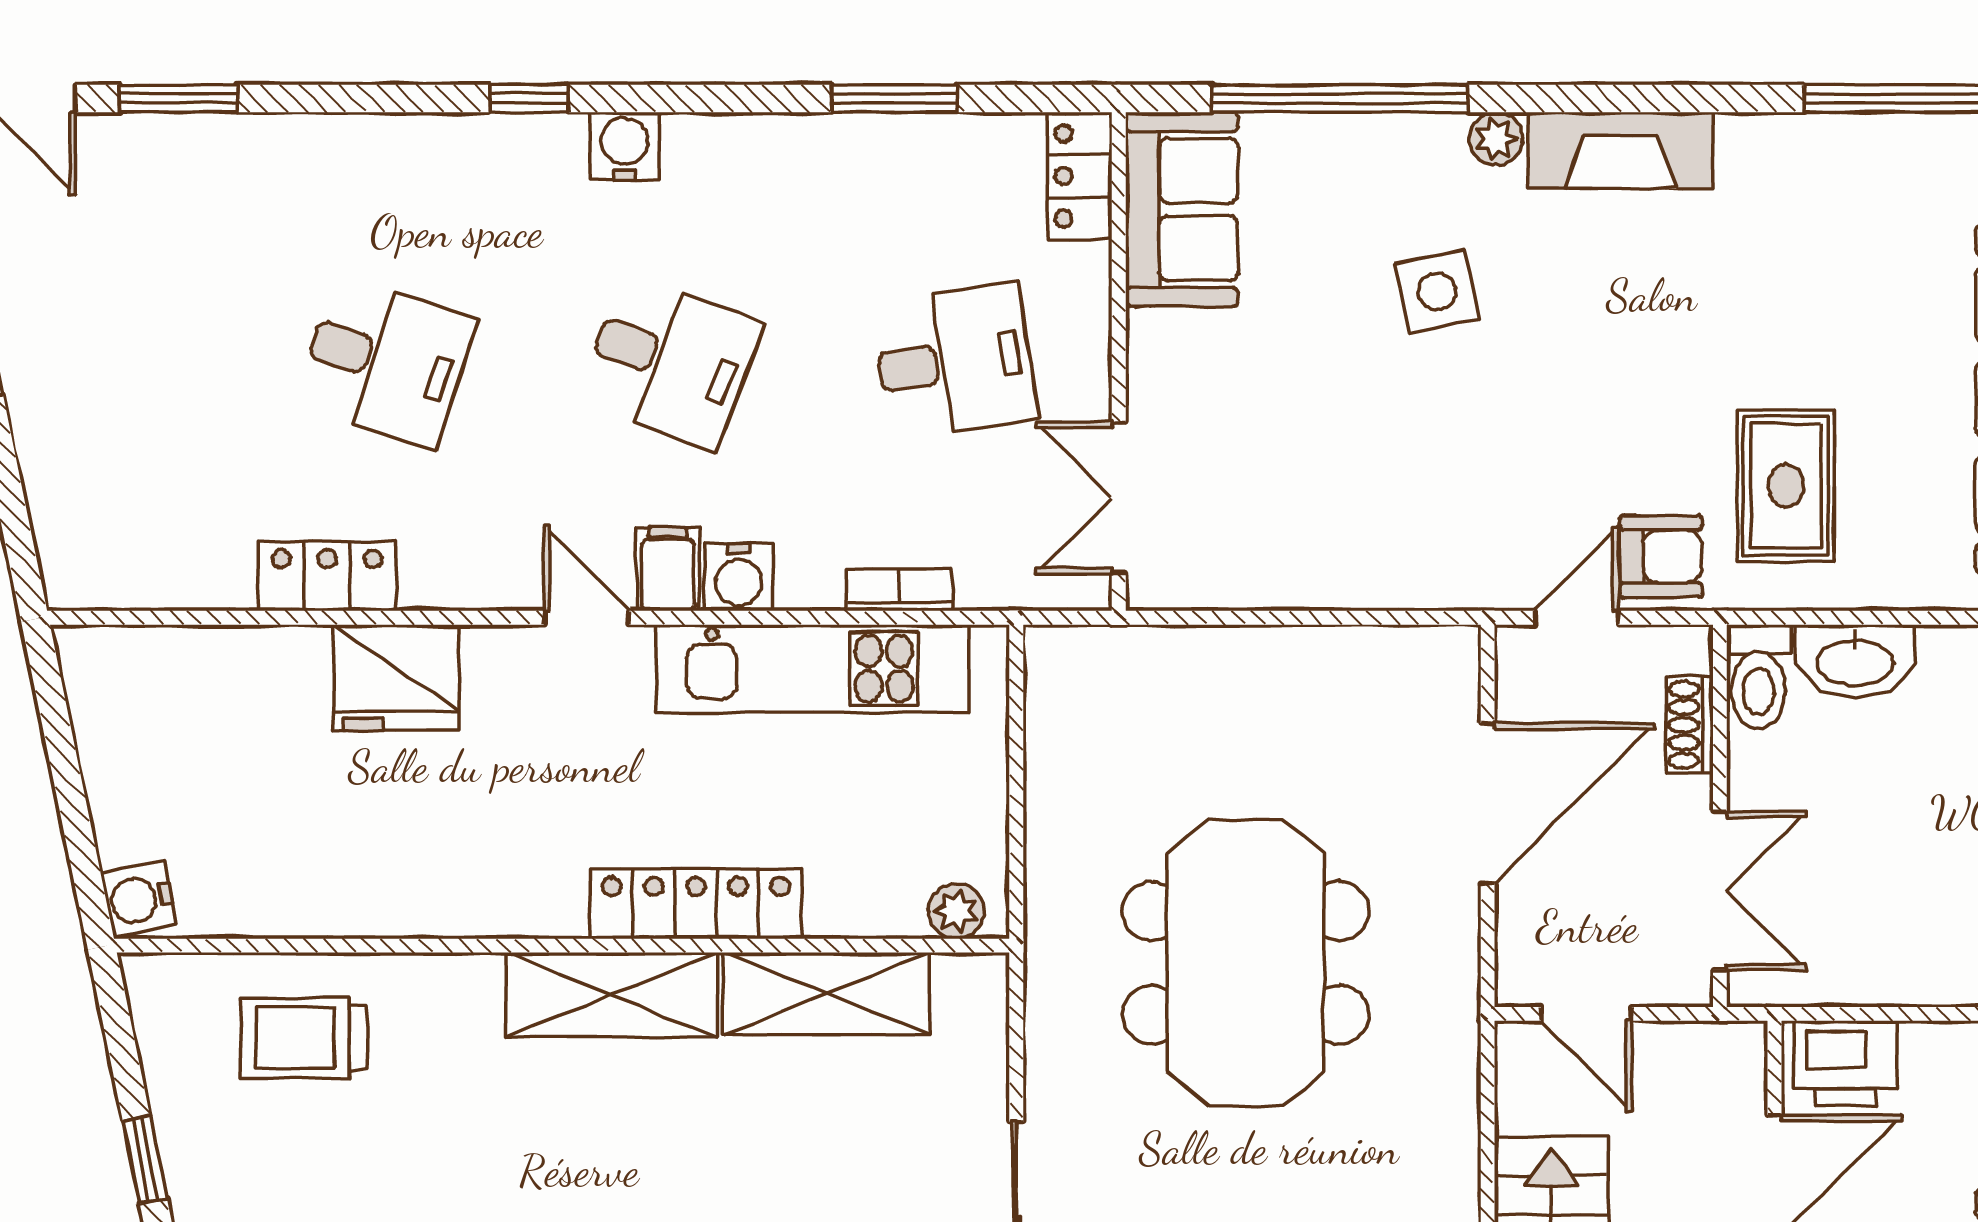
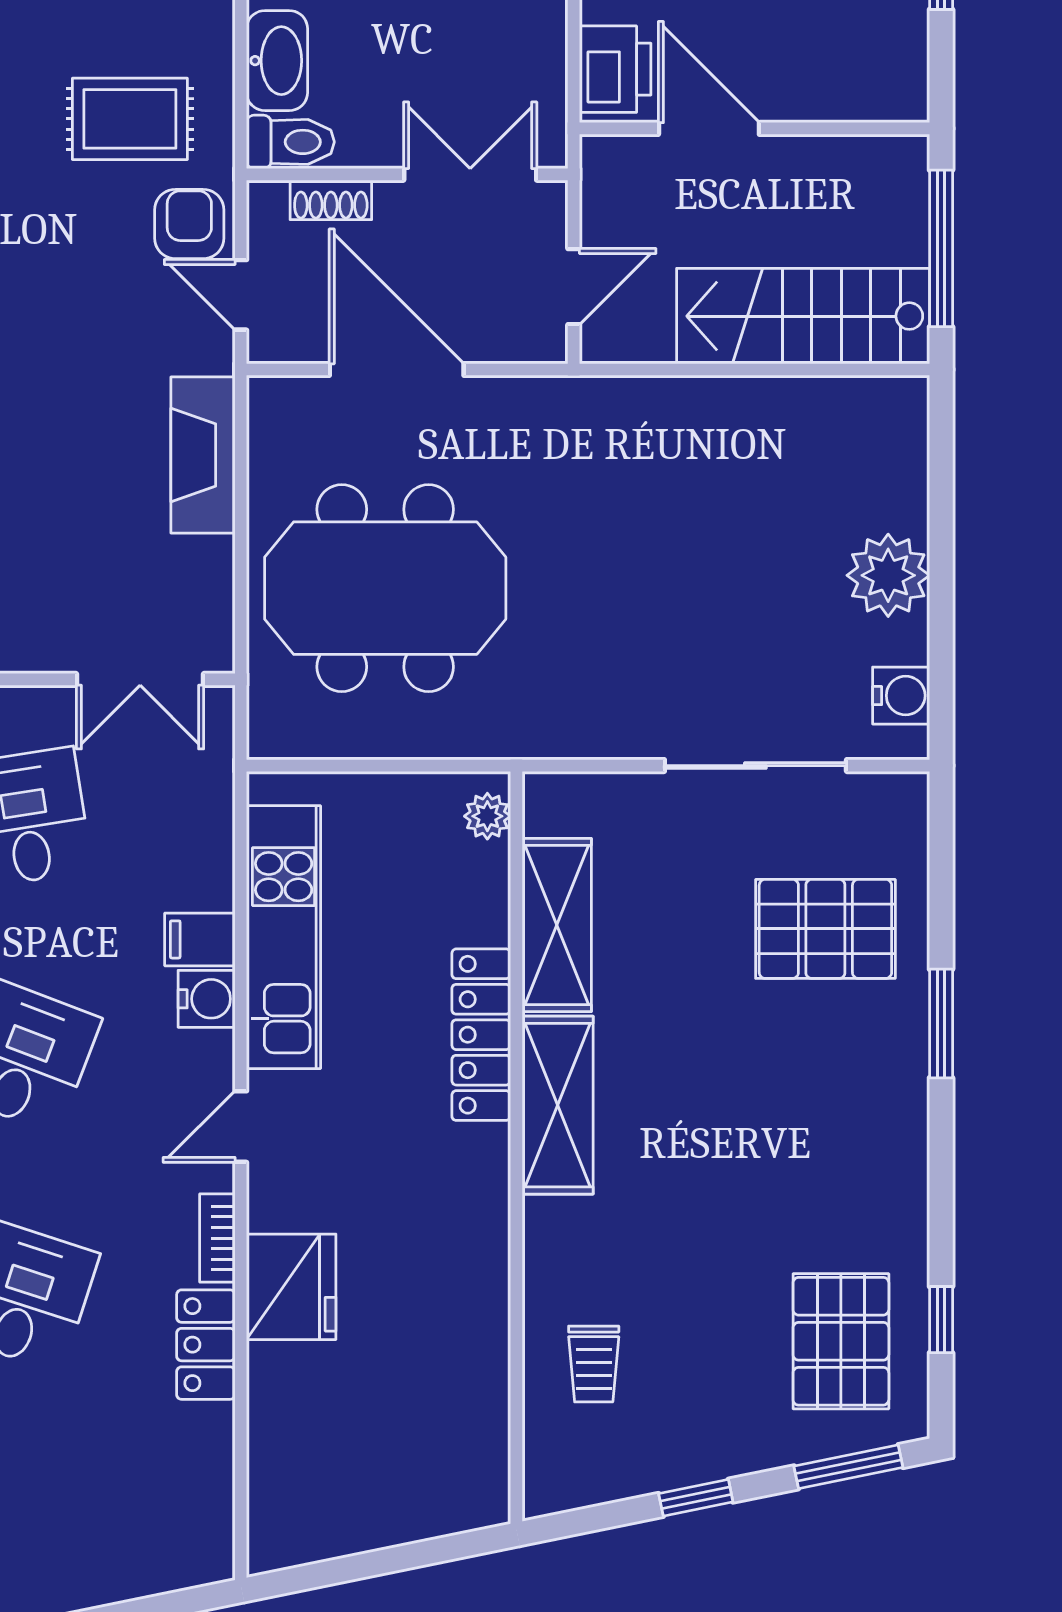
filing cabinet: (668, 569) -> (200, 939), moved
fireplace: (1386, 573) -> (203, 455), added
bookcase: (899, 590) -> (217, 1238), moved
water cooler: (139, 899) -> (477, 1503), removed
meeting table: (1245, 963) -> (385, 588), moved
trolley: (304, 1038) -> (594, 1364), width x0.73, depth x0.72

